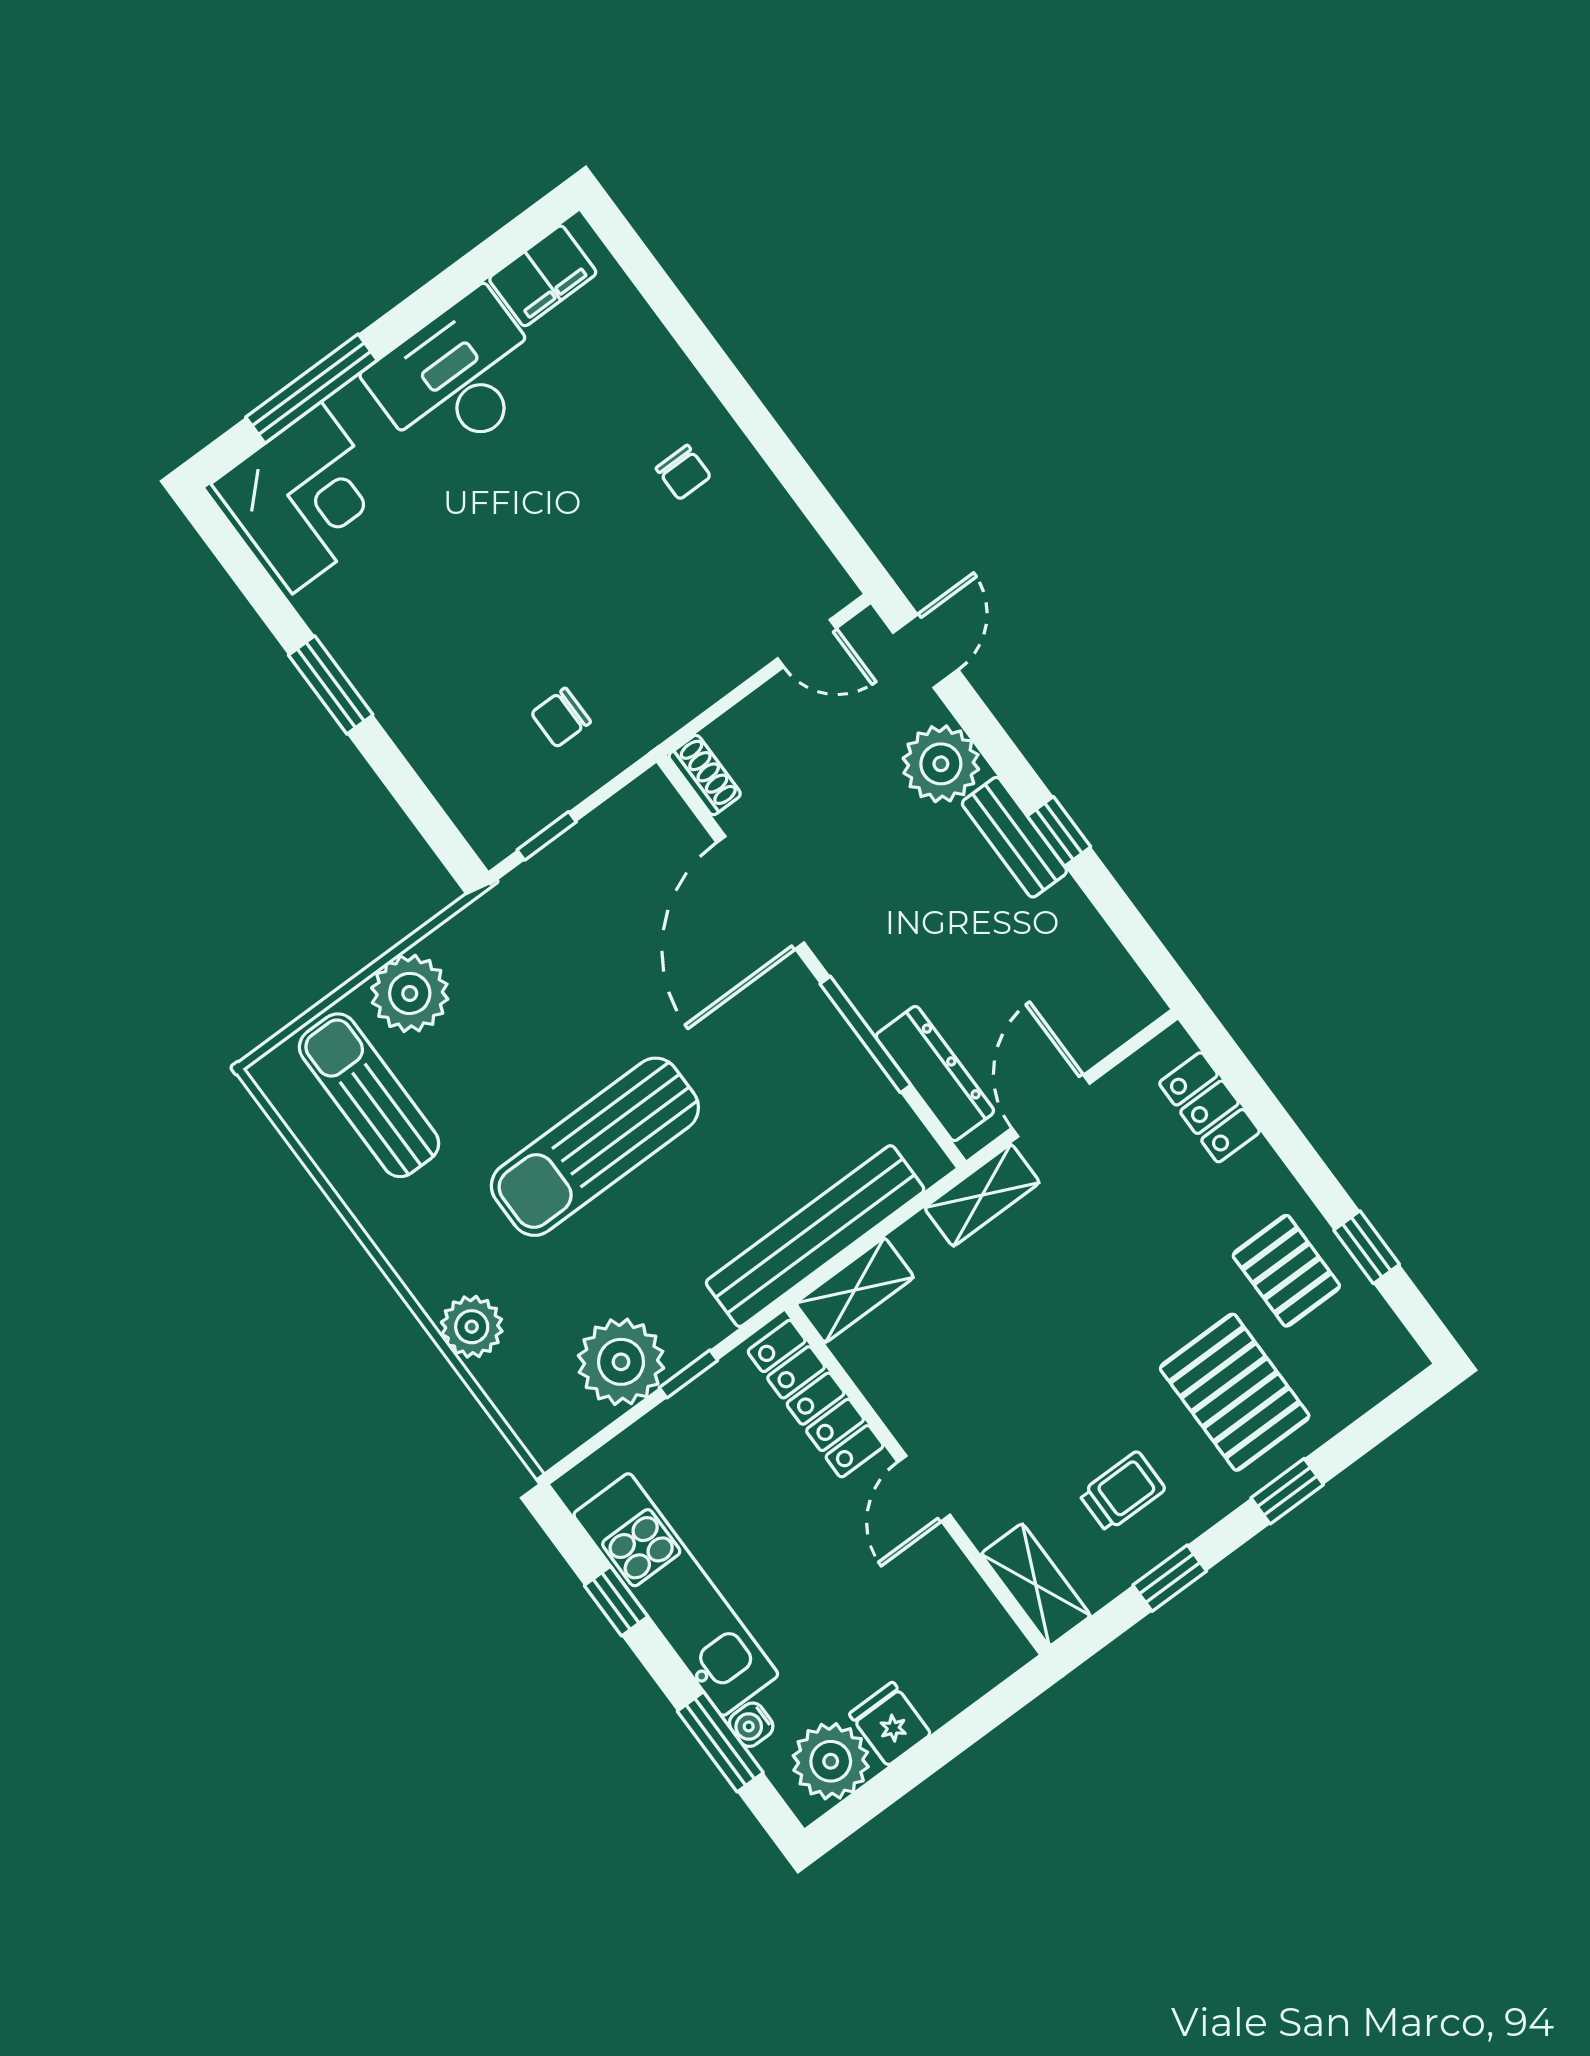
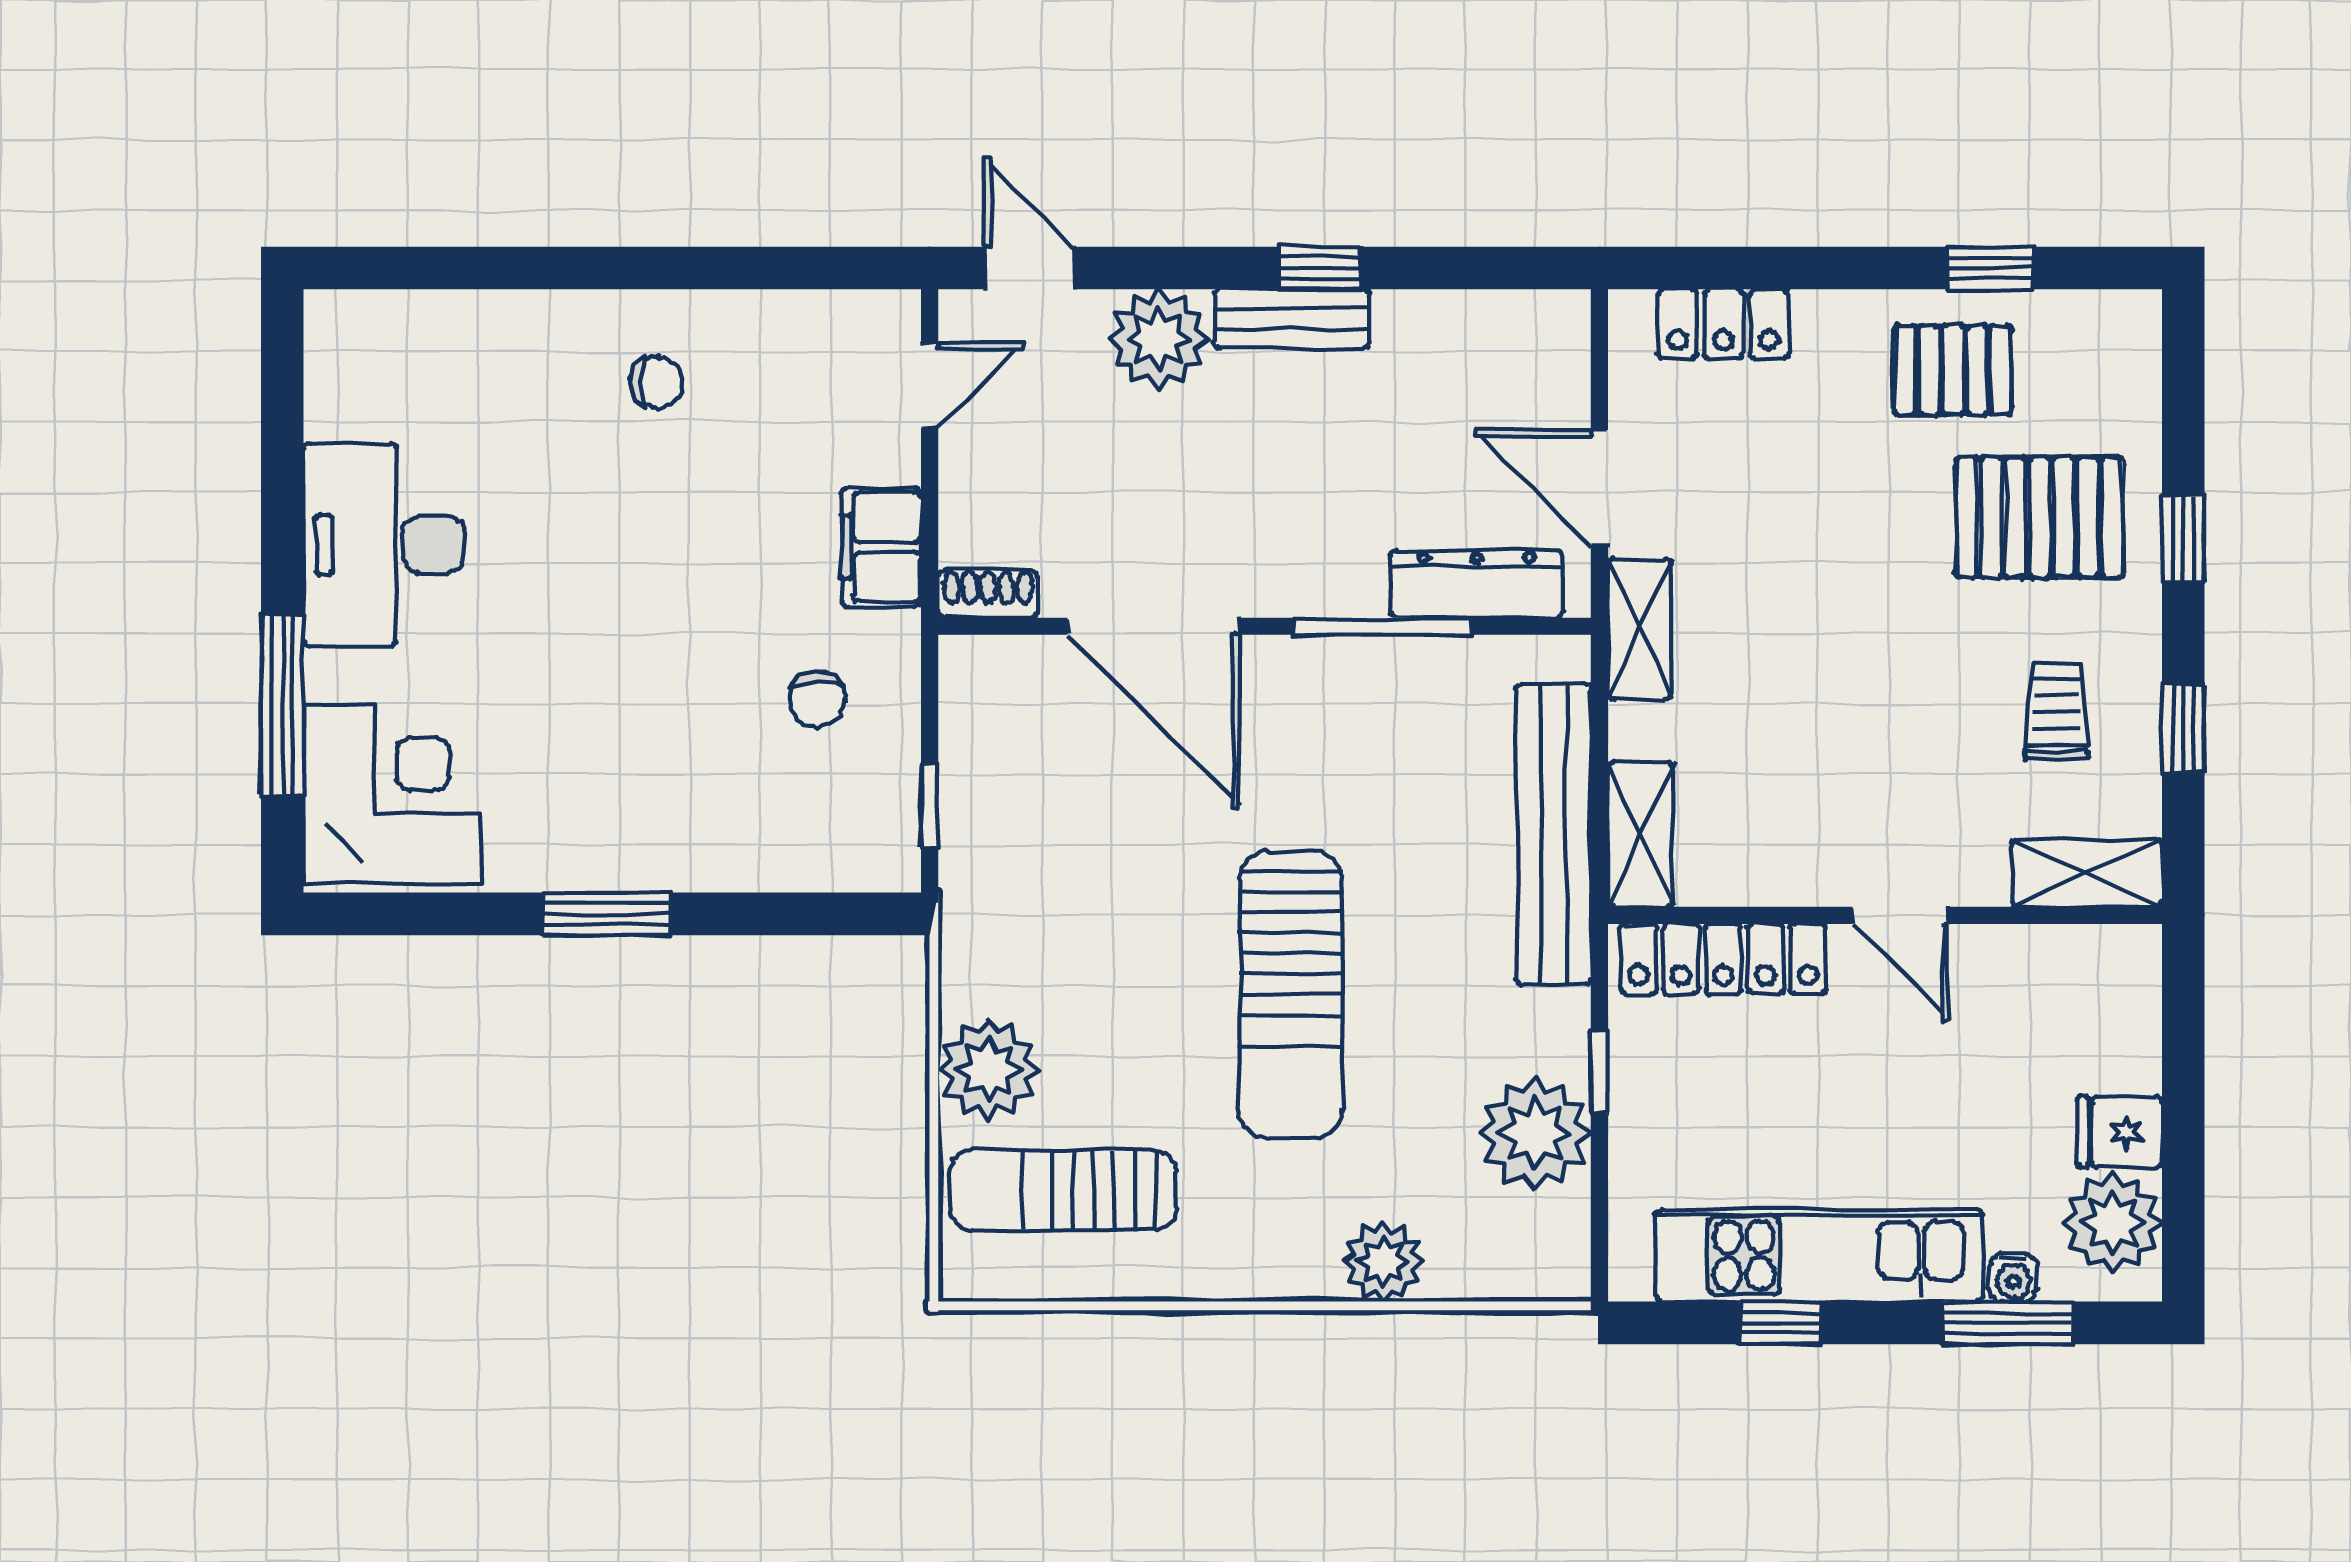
filing cabinet: (543, 276) -> (882, 547), moved, turned 180

